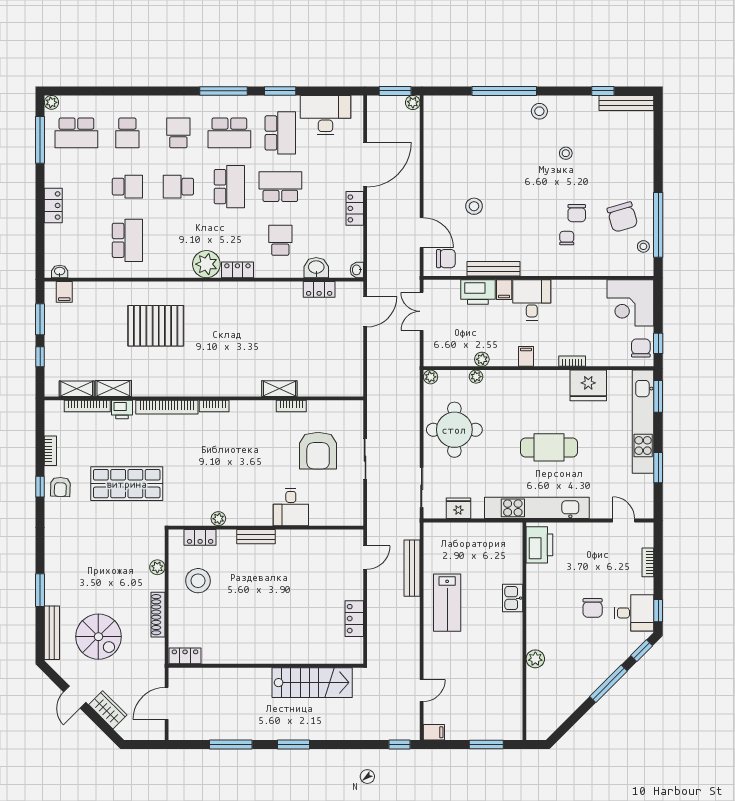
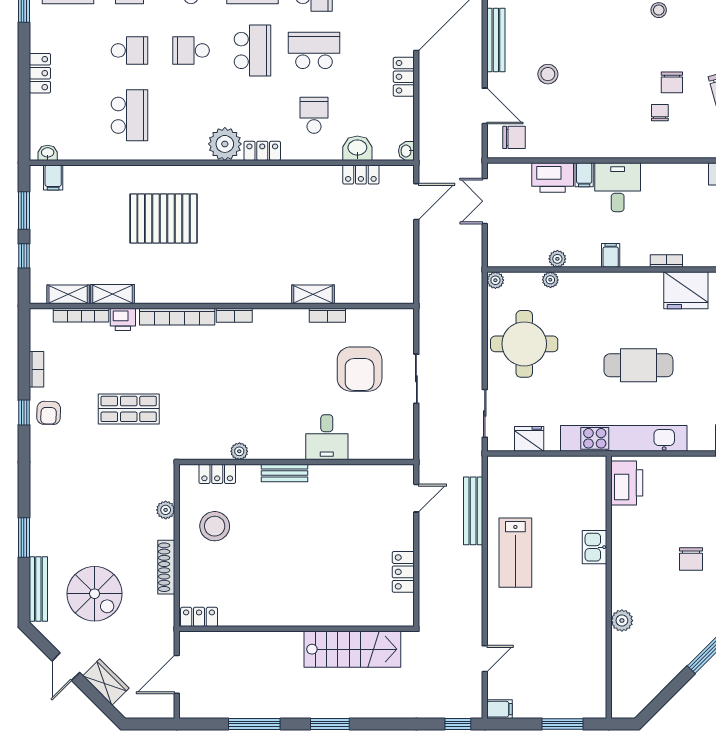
bench: (493, 269) -> (496, 40), moved, turned 90
shop shelf: (127, 484) -> (129, 409), width x0.70, depth x0.74

